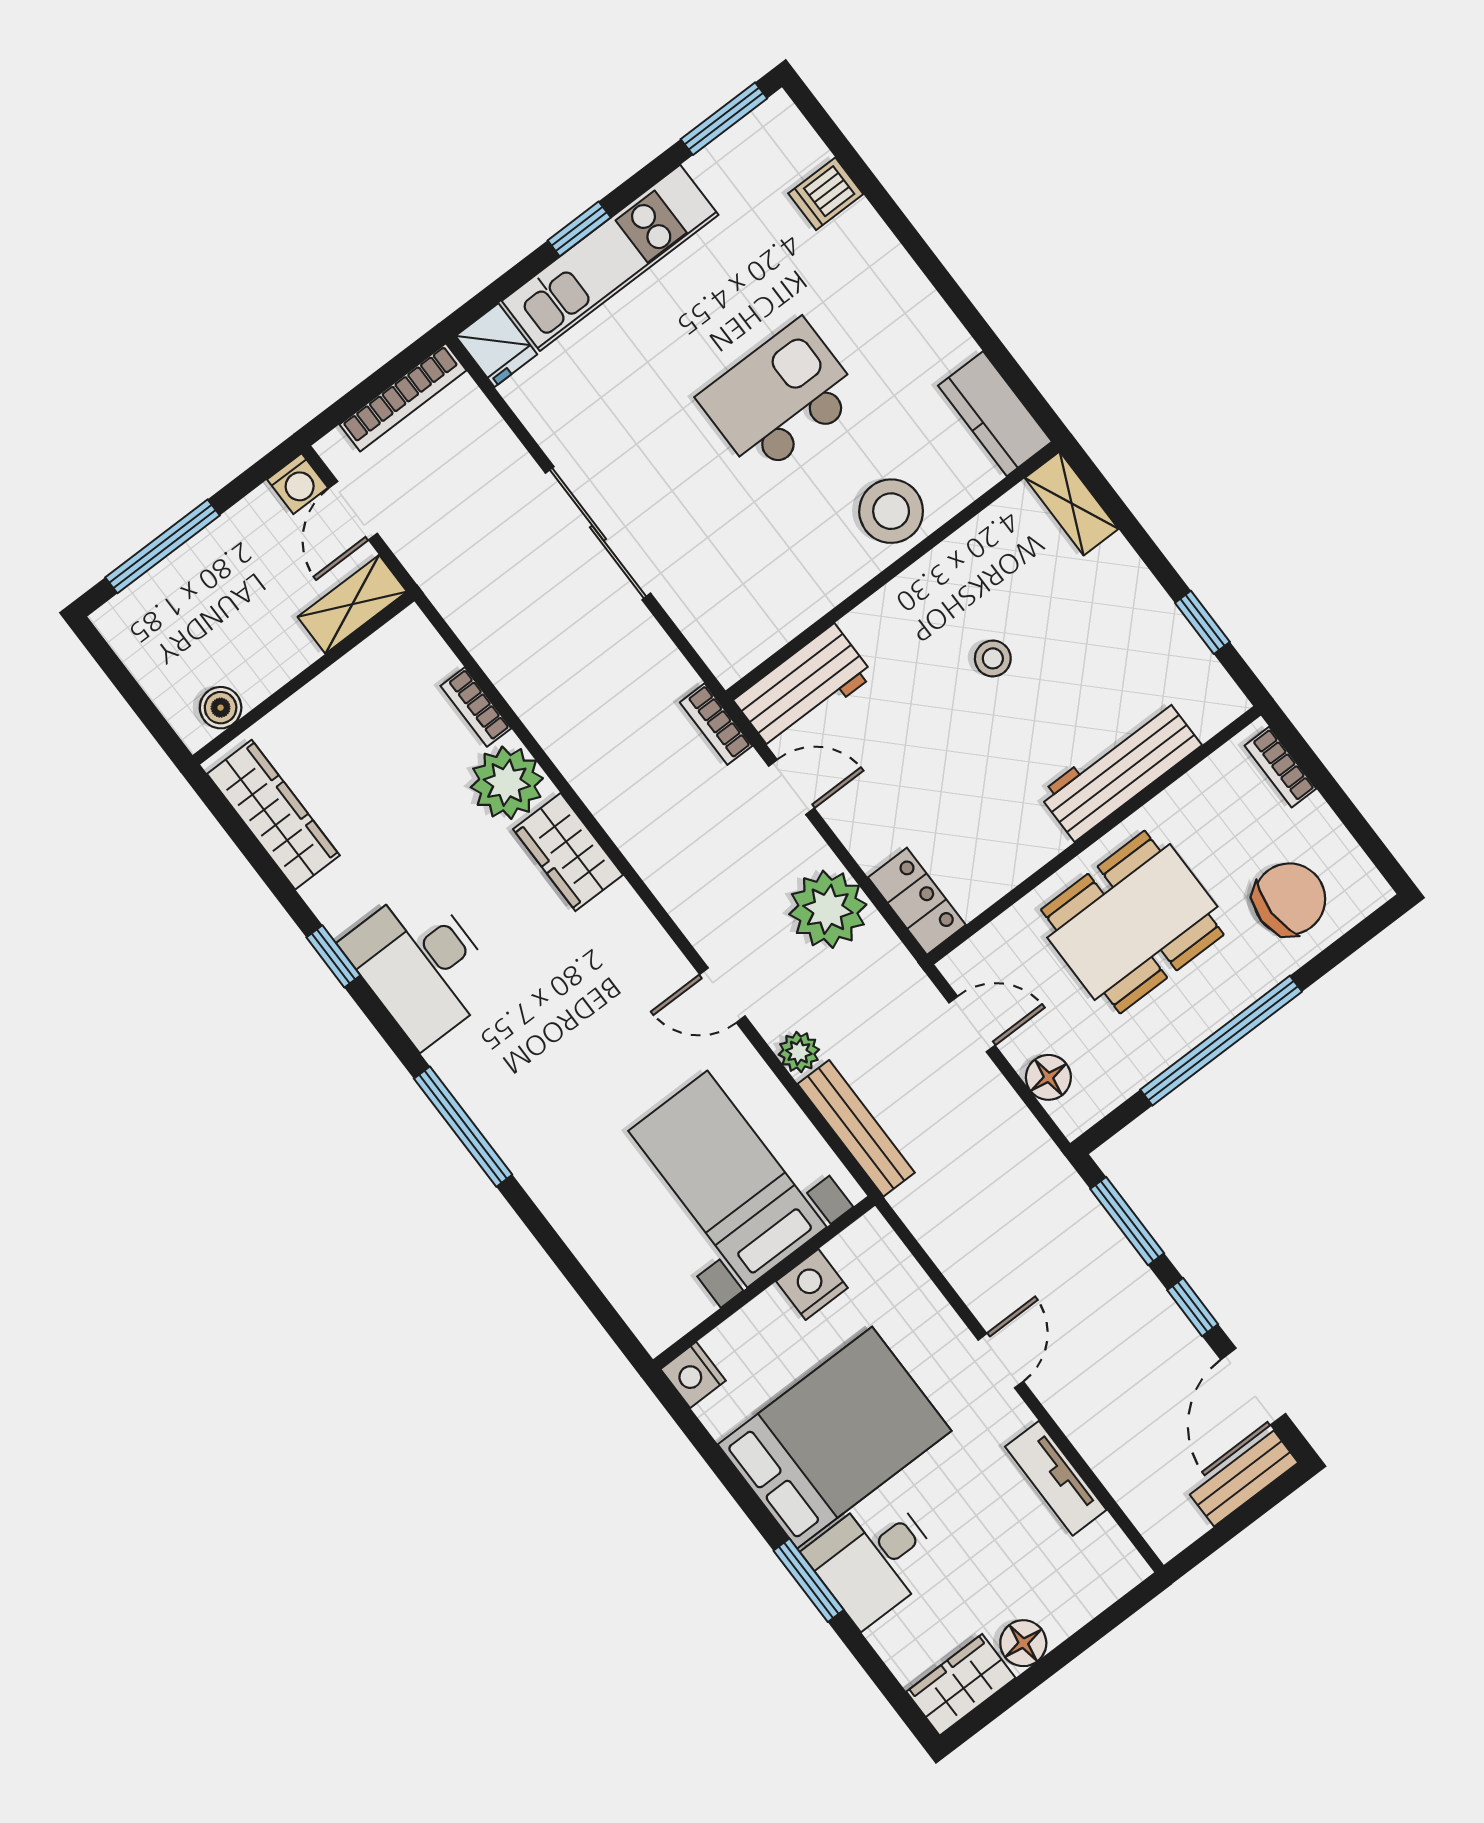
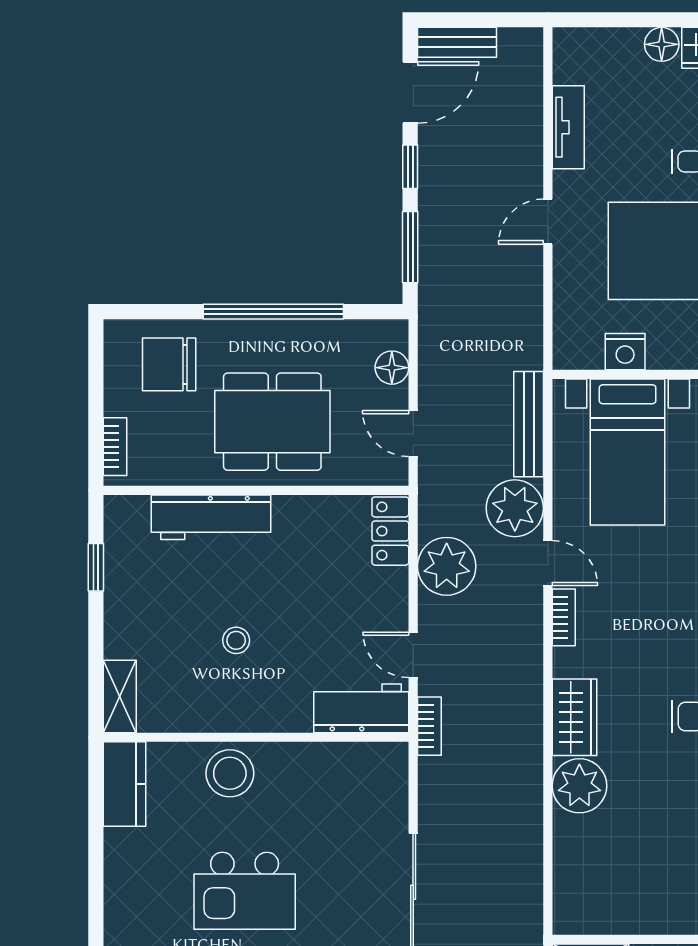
bookcase: (476, 707) -> (564, 617), moved
plant: (799, 1052) -> (515, 508), width x1.88, depth x1.88

